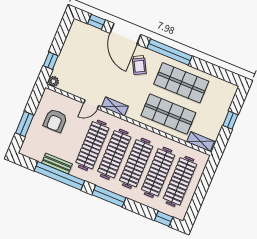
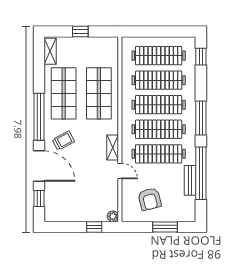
door: (125, 34) -> (39, 166), hinge flipped
armchair: (55, 120) -> (150, 199), turned 76
shelving: (200, 142) -> (50, 51), moved

